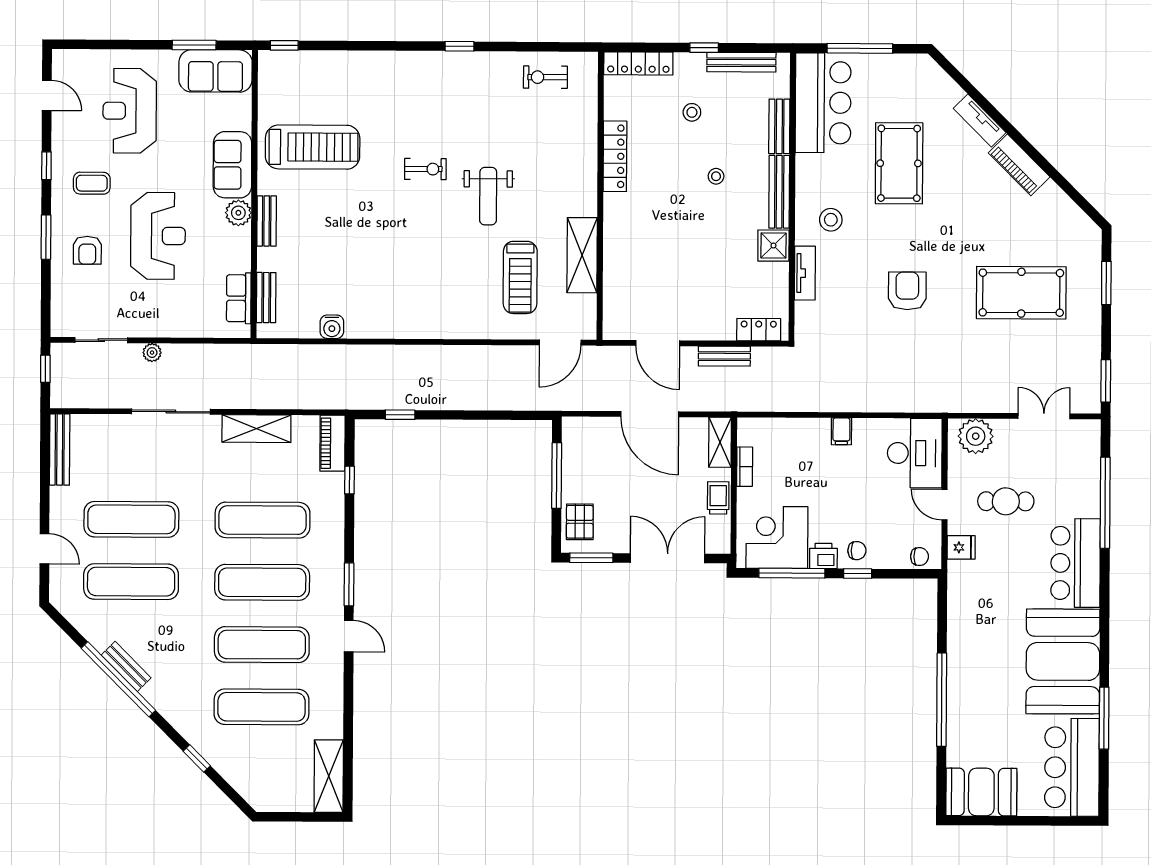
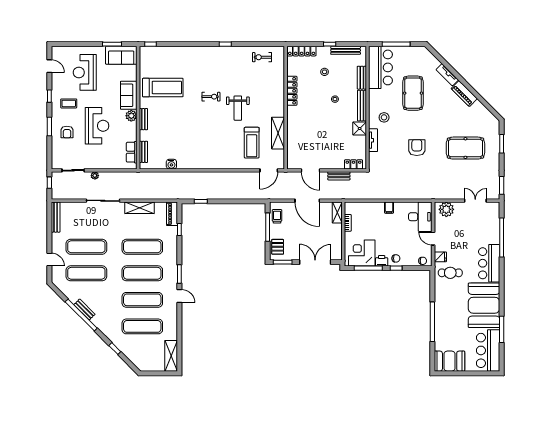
trolley: (718, 498) -> (277, 216), moved
cafe table: (1006, 501) -> (450, 273), moved

